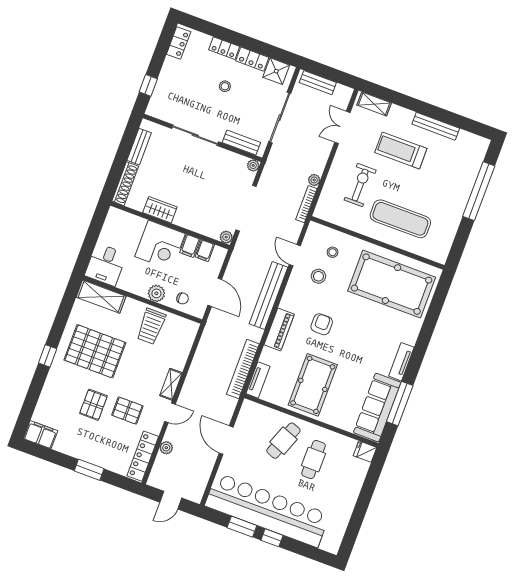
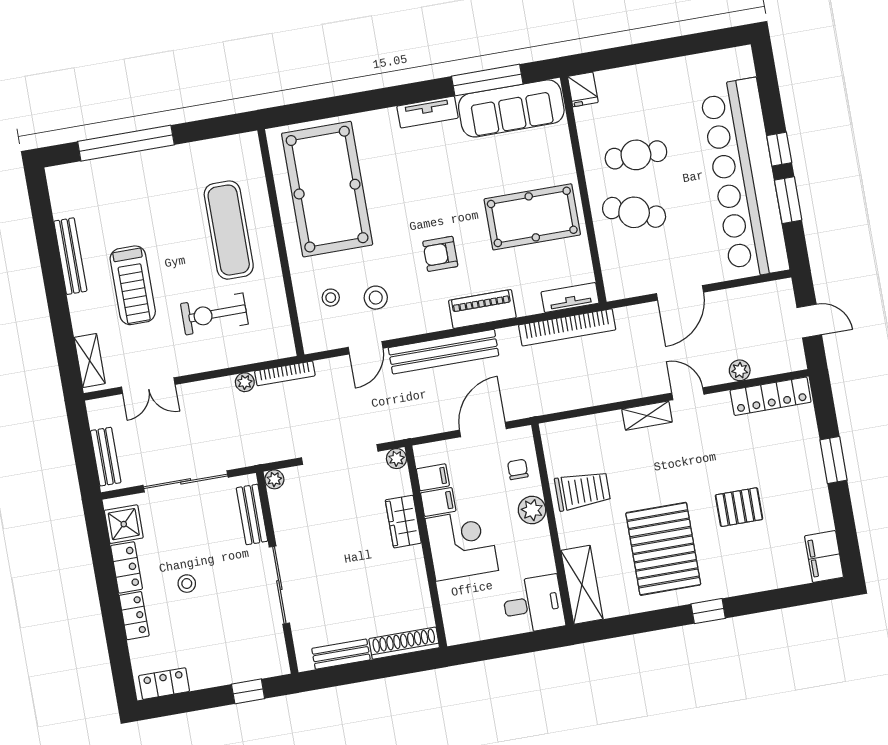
wardrobe: (160, 210) -> (403, 522), moved
pallet: (127, 411) -> (720, 455), removed

